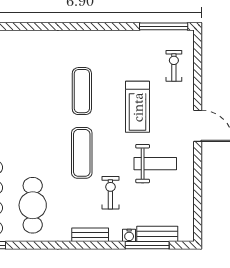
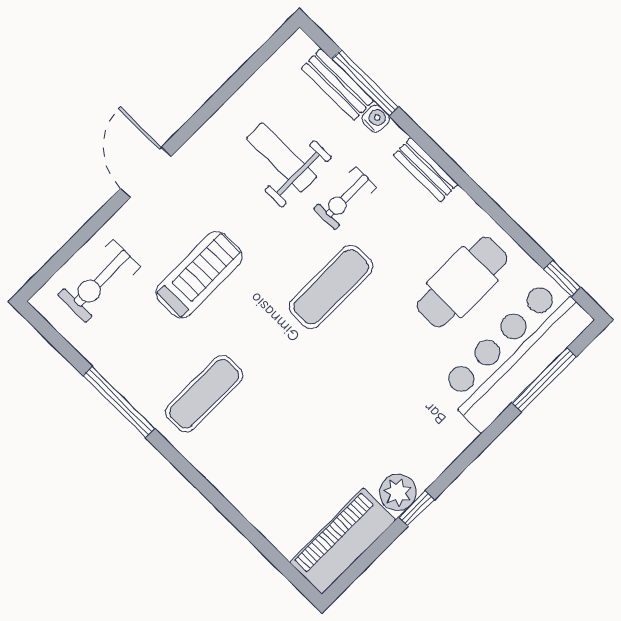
window: (164, 26) -> (119, 402), moved
exercise bike: (174, 66) -> (99, 281), width x1.38, depth x1.39
exercise mat: (82, 91) -> (204, 394), moved
weight bench: (155, 164) -> (282, 157), moved

